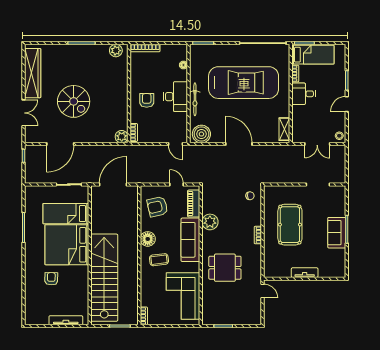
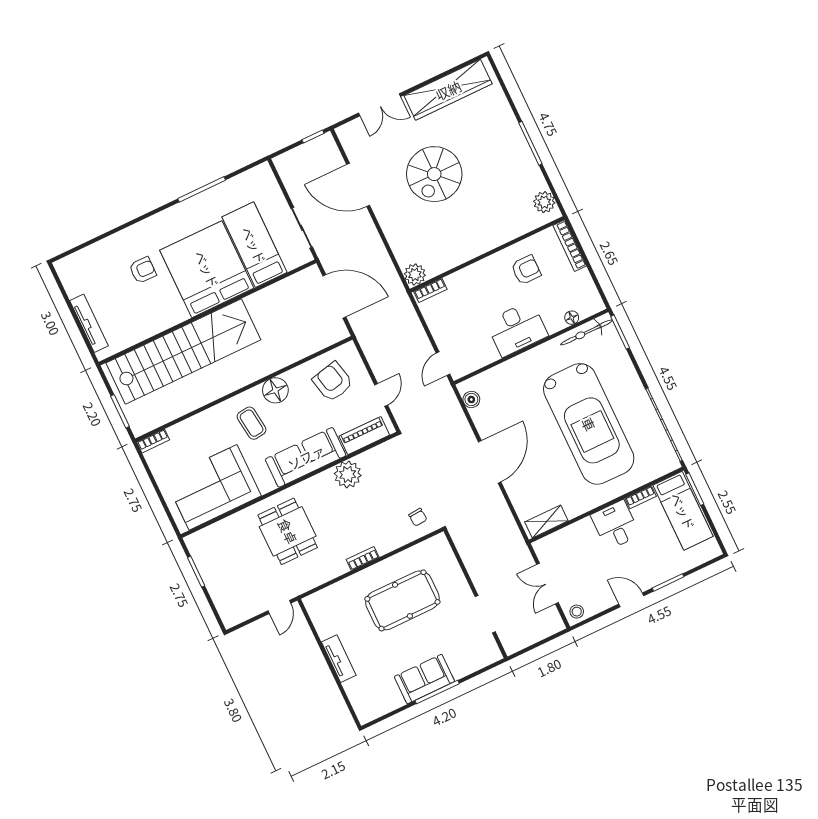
bicycle: (195, 99) -> (586, 332), moved
armchair: (147, 100) -> (526, 270), moved
boiler: (201, 134) -> (471, 400), width x0.54, depth x0.54

